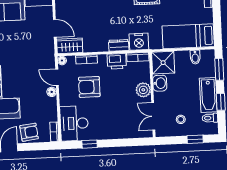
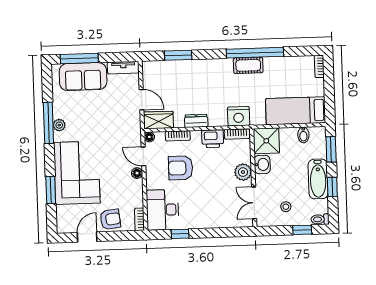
dresser: (119, 45) -> (196, 121), moved
toilet: (210, 118) -> (320, 219), moved

